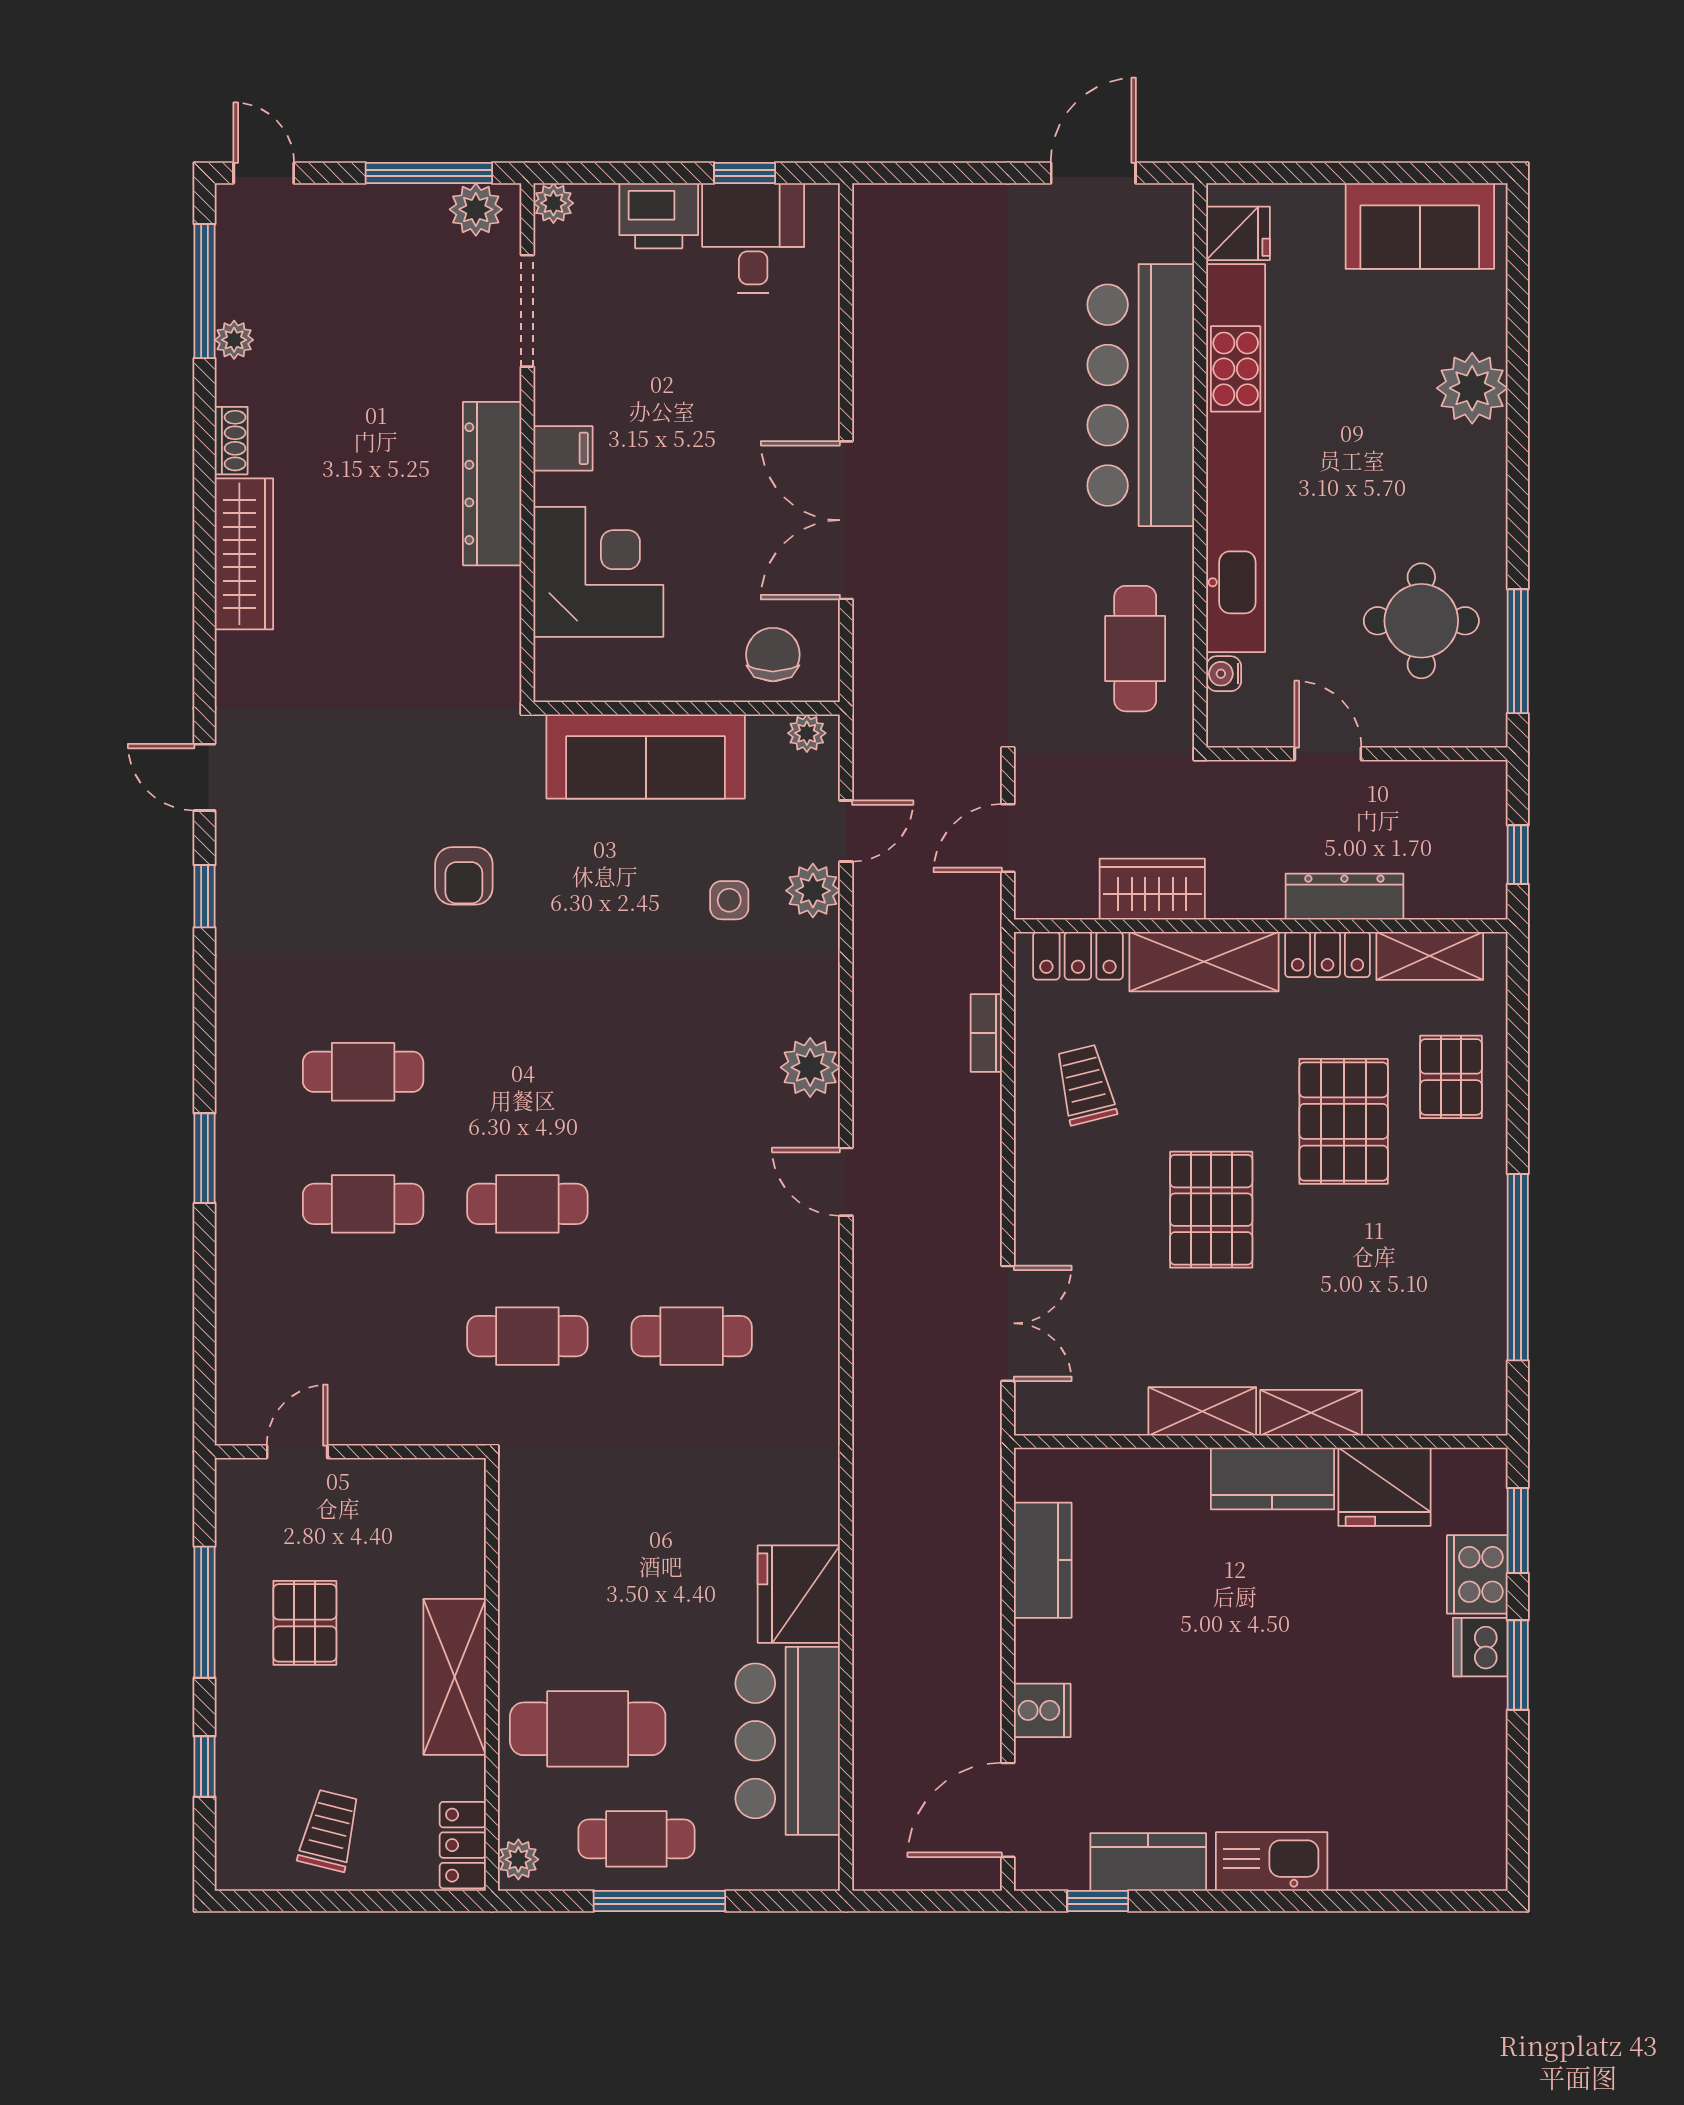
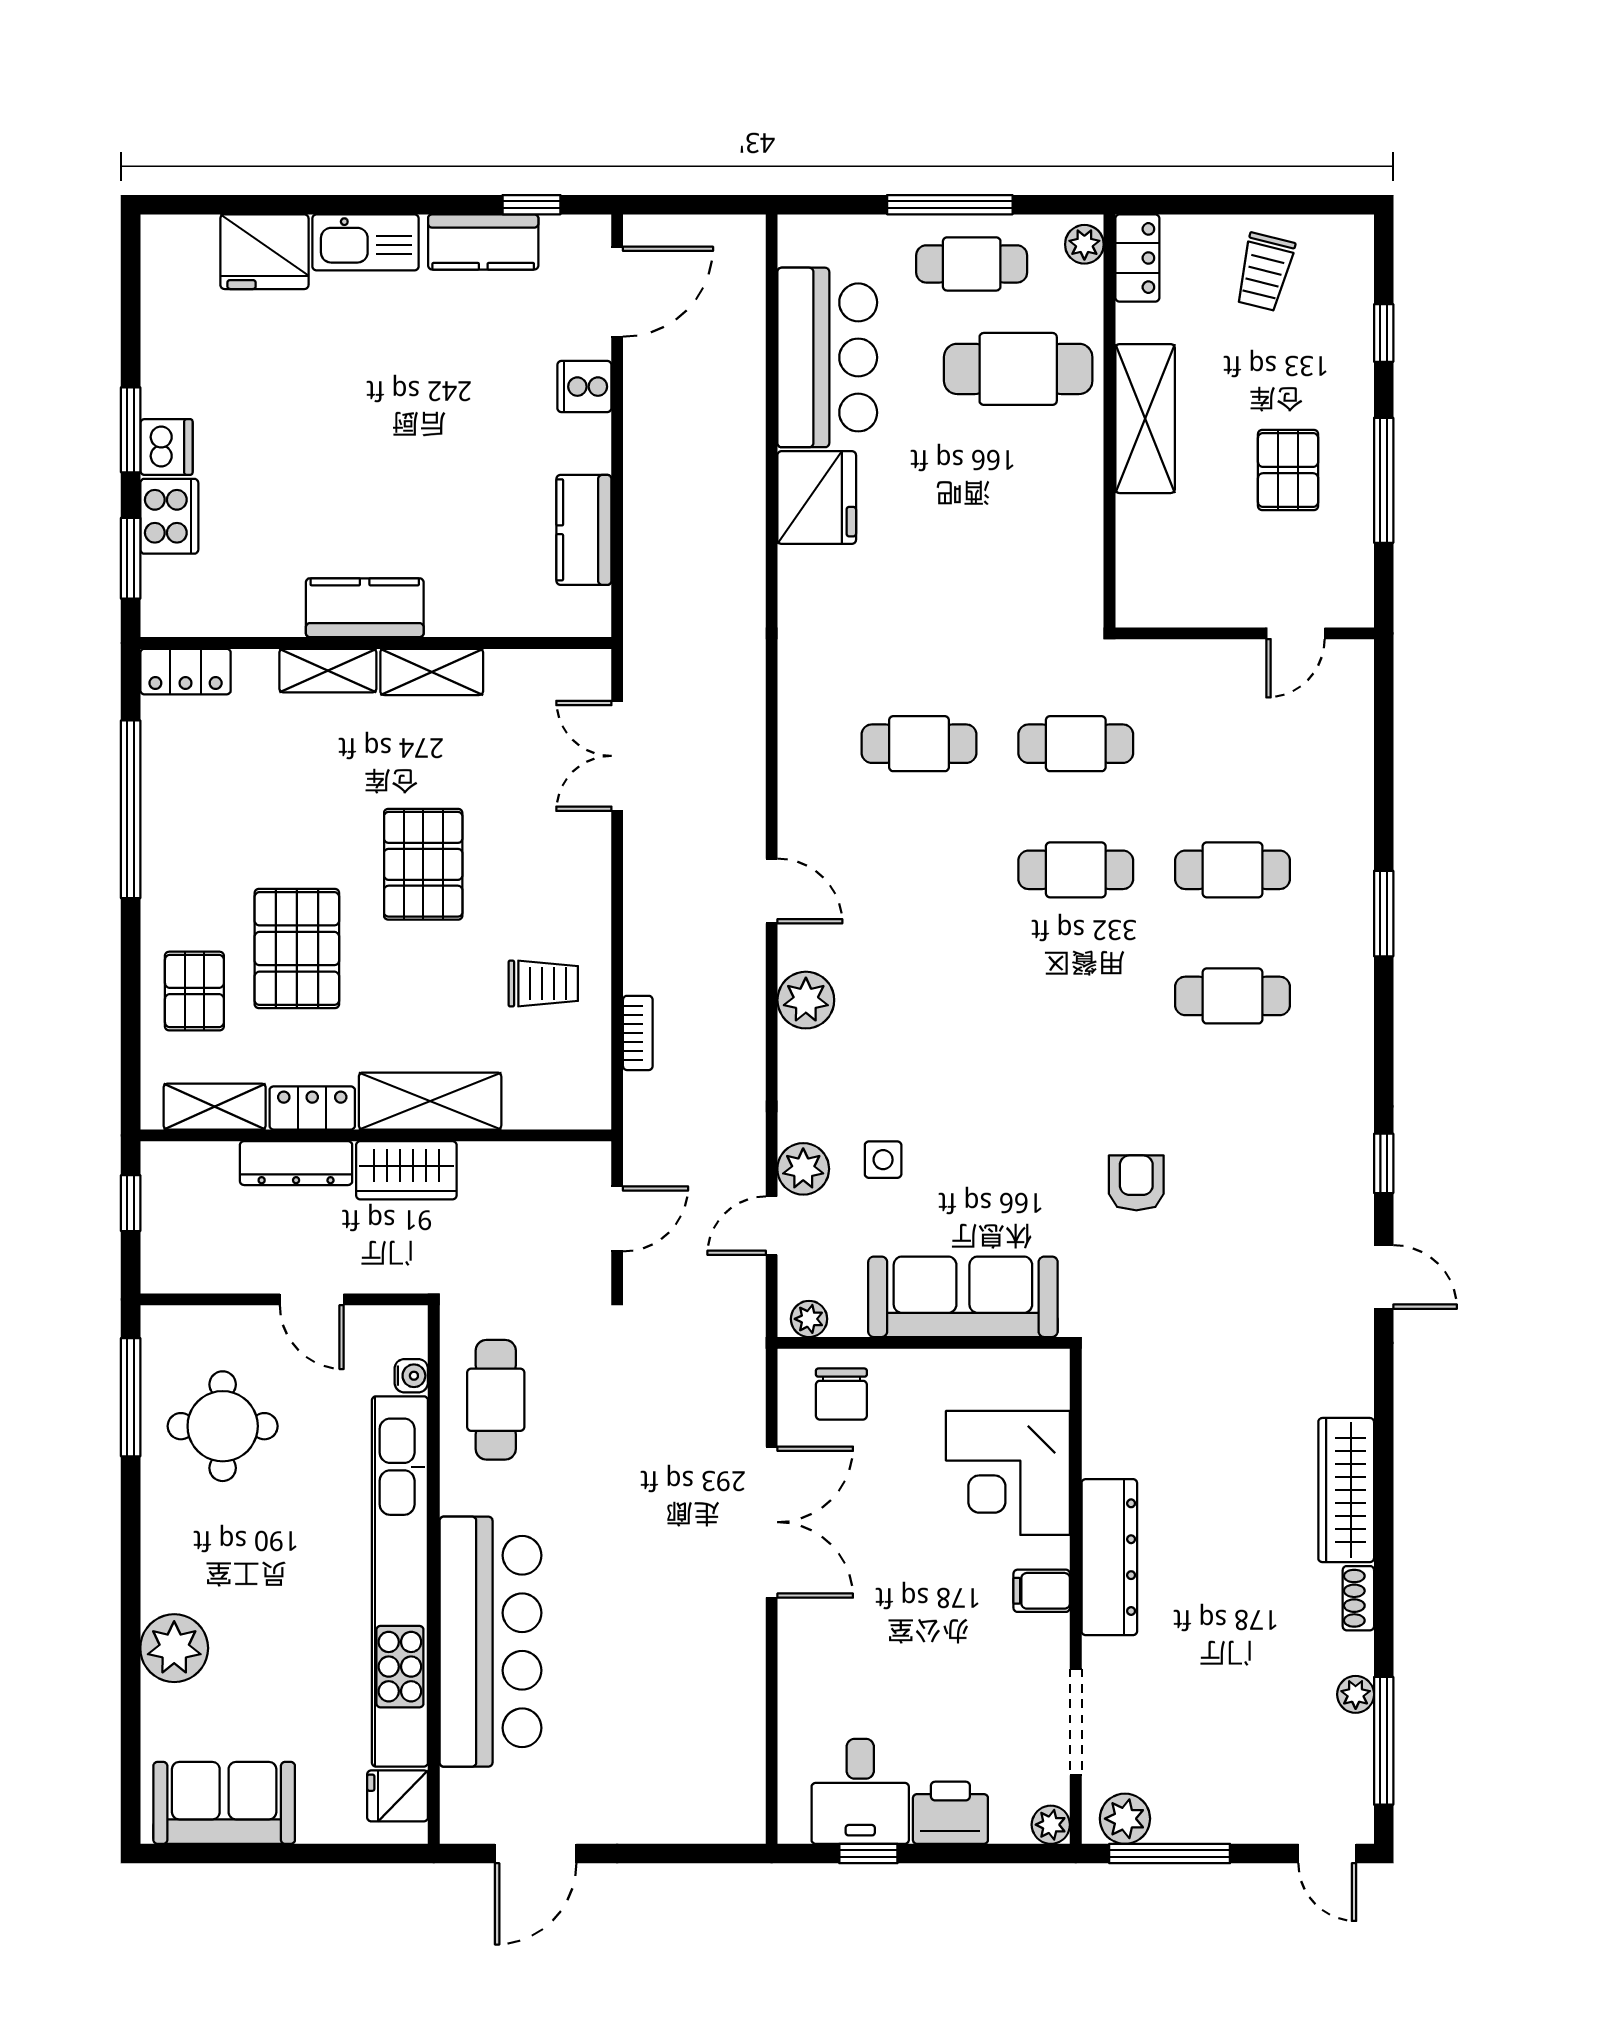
wardrobe: (1152, 889) -> (406, 1170), moved
locker: (1078, 956) -> (186, 672), moved, turned 180
trolley: (1085, 1085) -> (543, 984), turned -76
fridge: (1384, 1487) -> (264, 252), moved, turned 180

